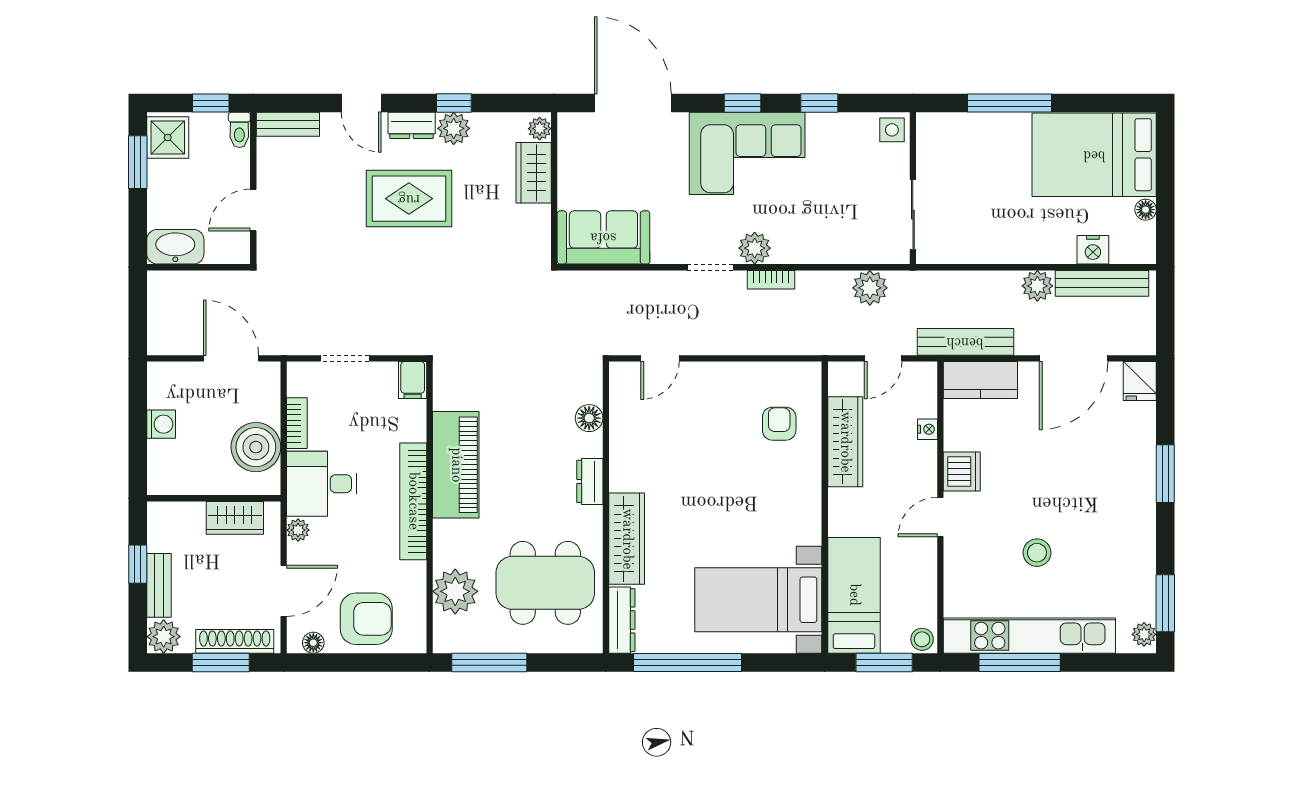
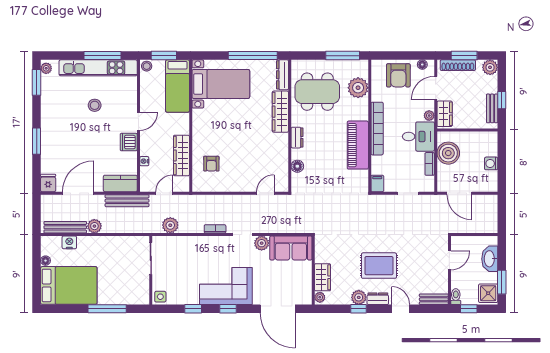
washbasin: (175, 247) -> (490, 259), moved, turned 90
plant: (755, 248) -> (262, 243), moved
wardrobe: (235, 518) -> (445, 114), moved, turned 90
bench: (159, 585) -> (492, 108), moved
armchair: (366, 619) -> (398, 75), turned -90

